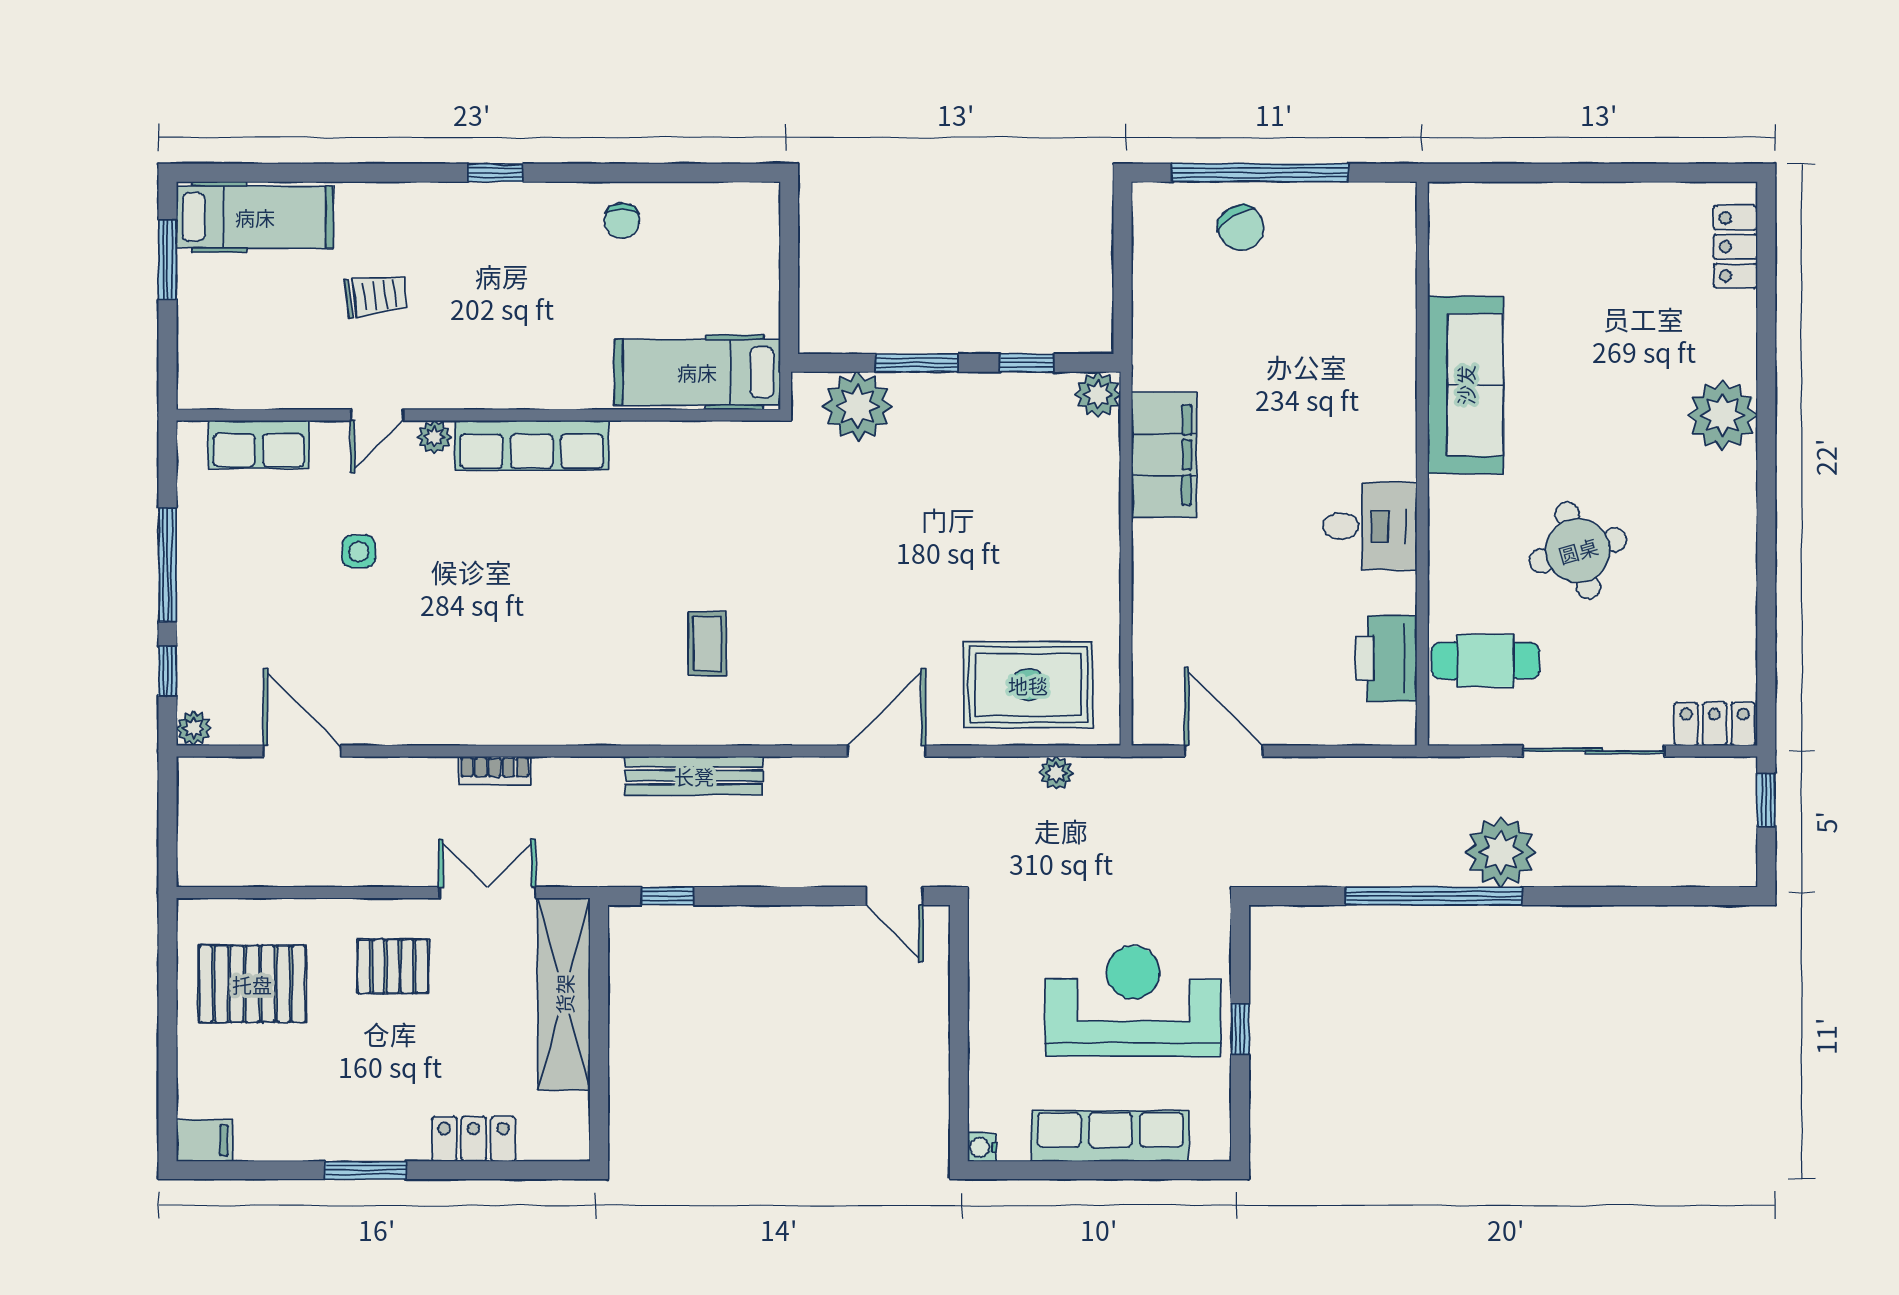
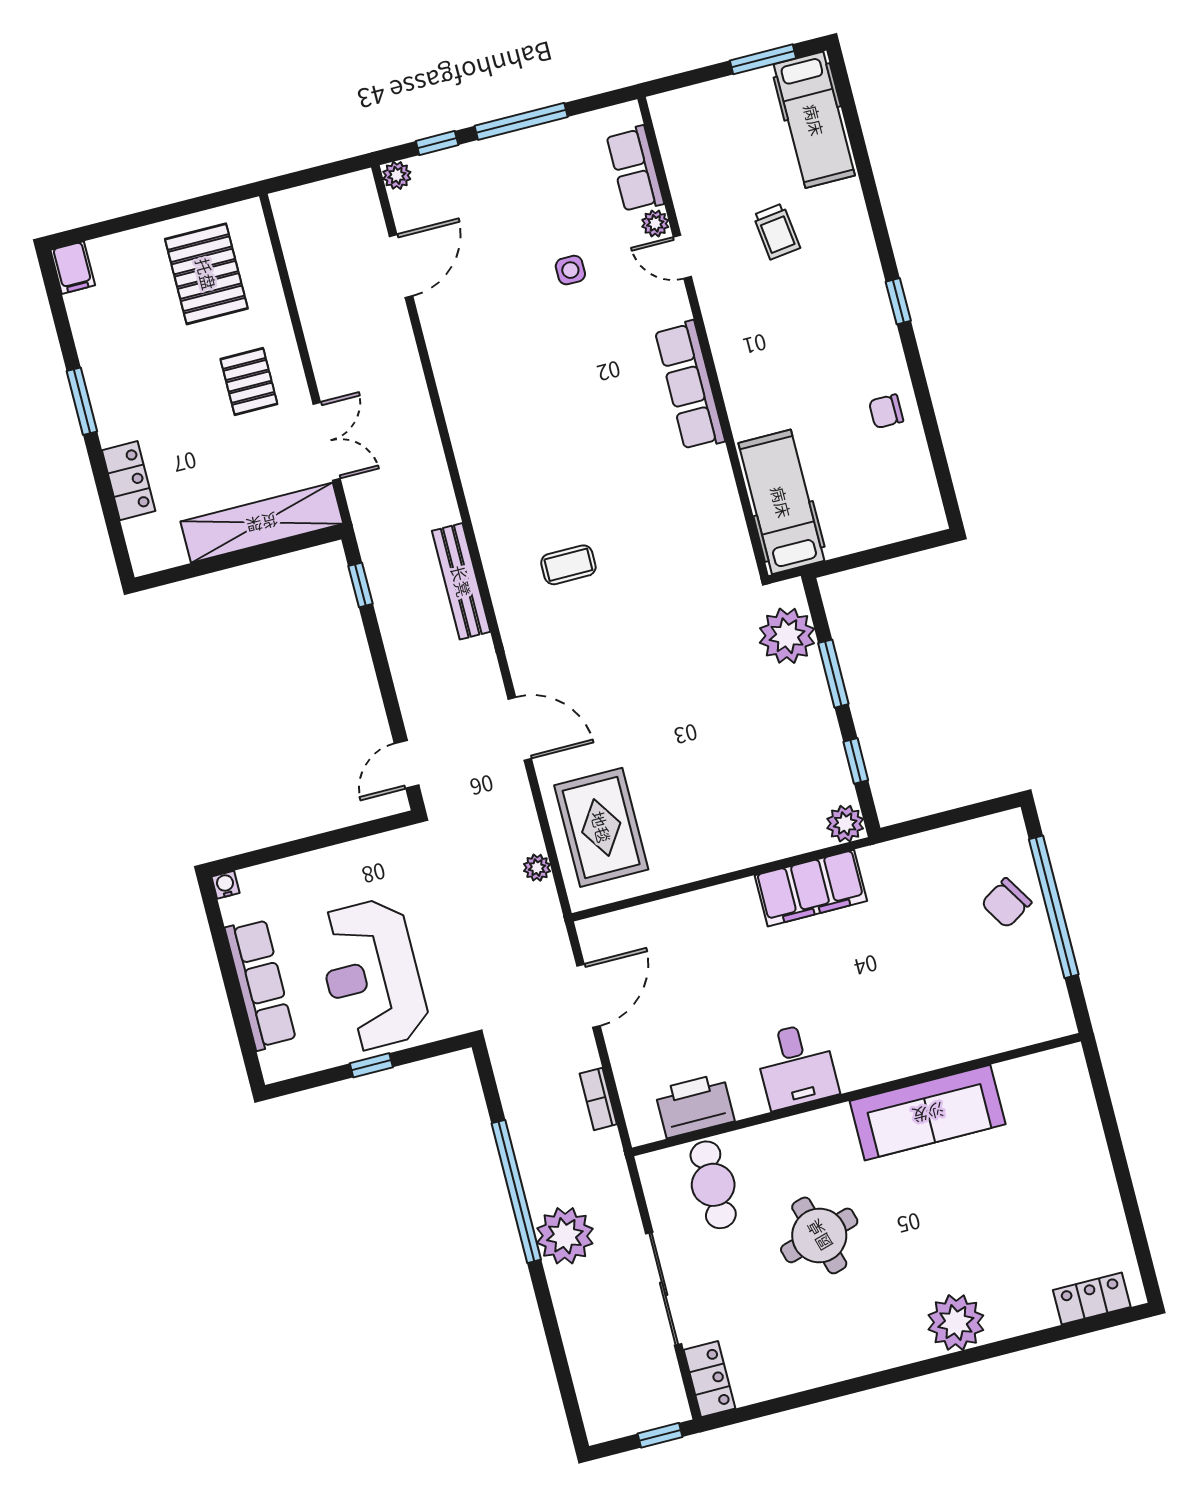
plant: (434, 437) -> (655, 223), moved
bookcase: (495, 771) -> (598, 1099), moved
reception desk: (1133, 1001) -> (372, 975), turned 180

